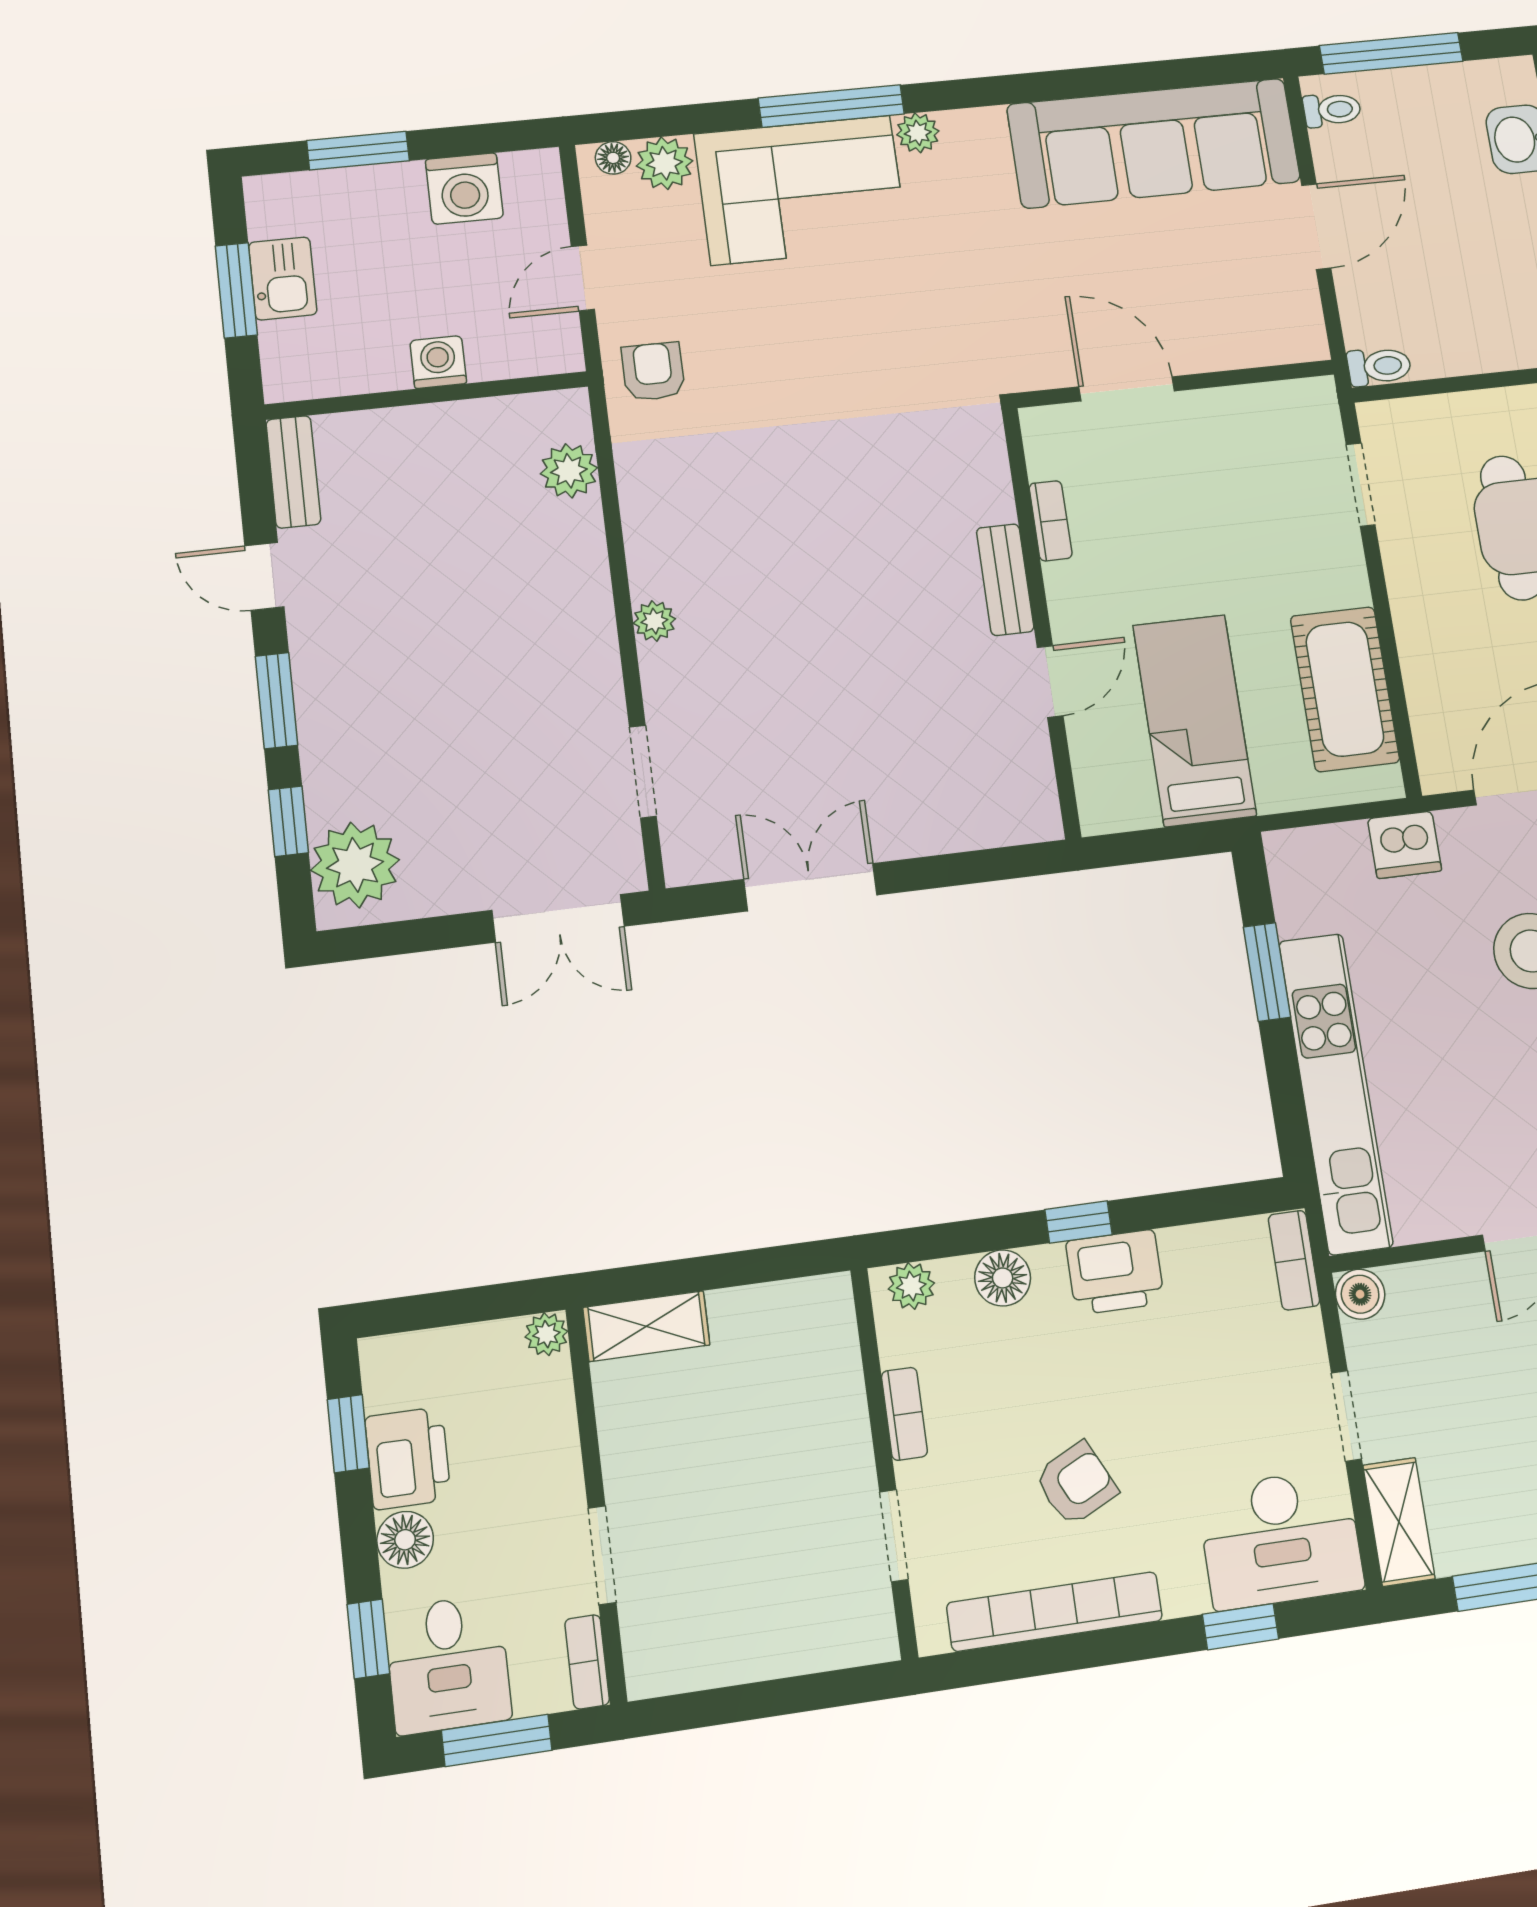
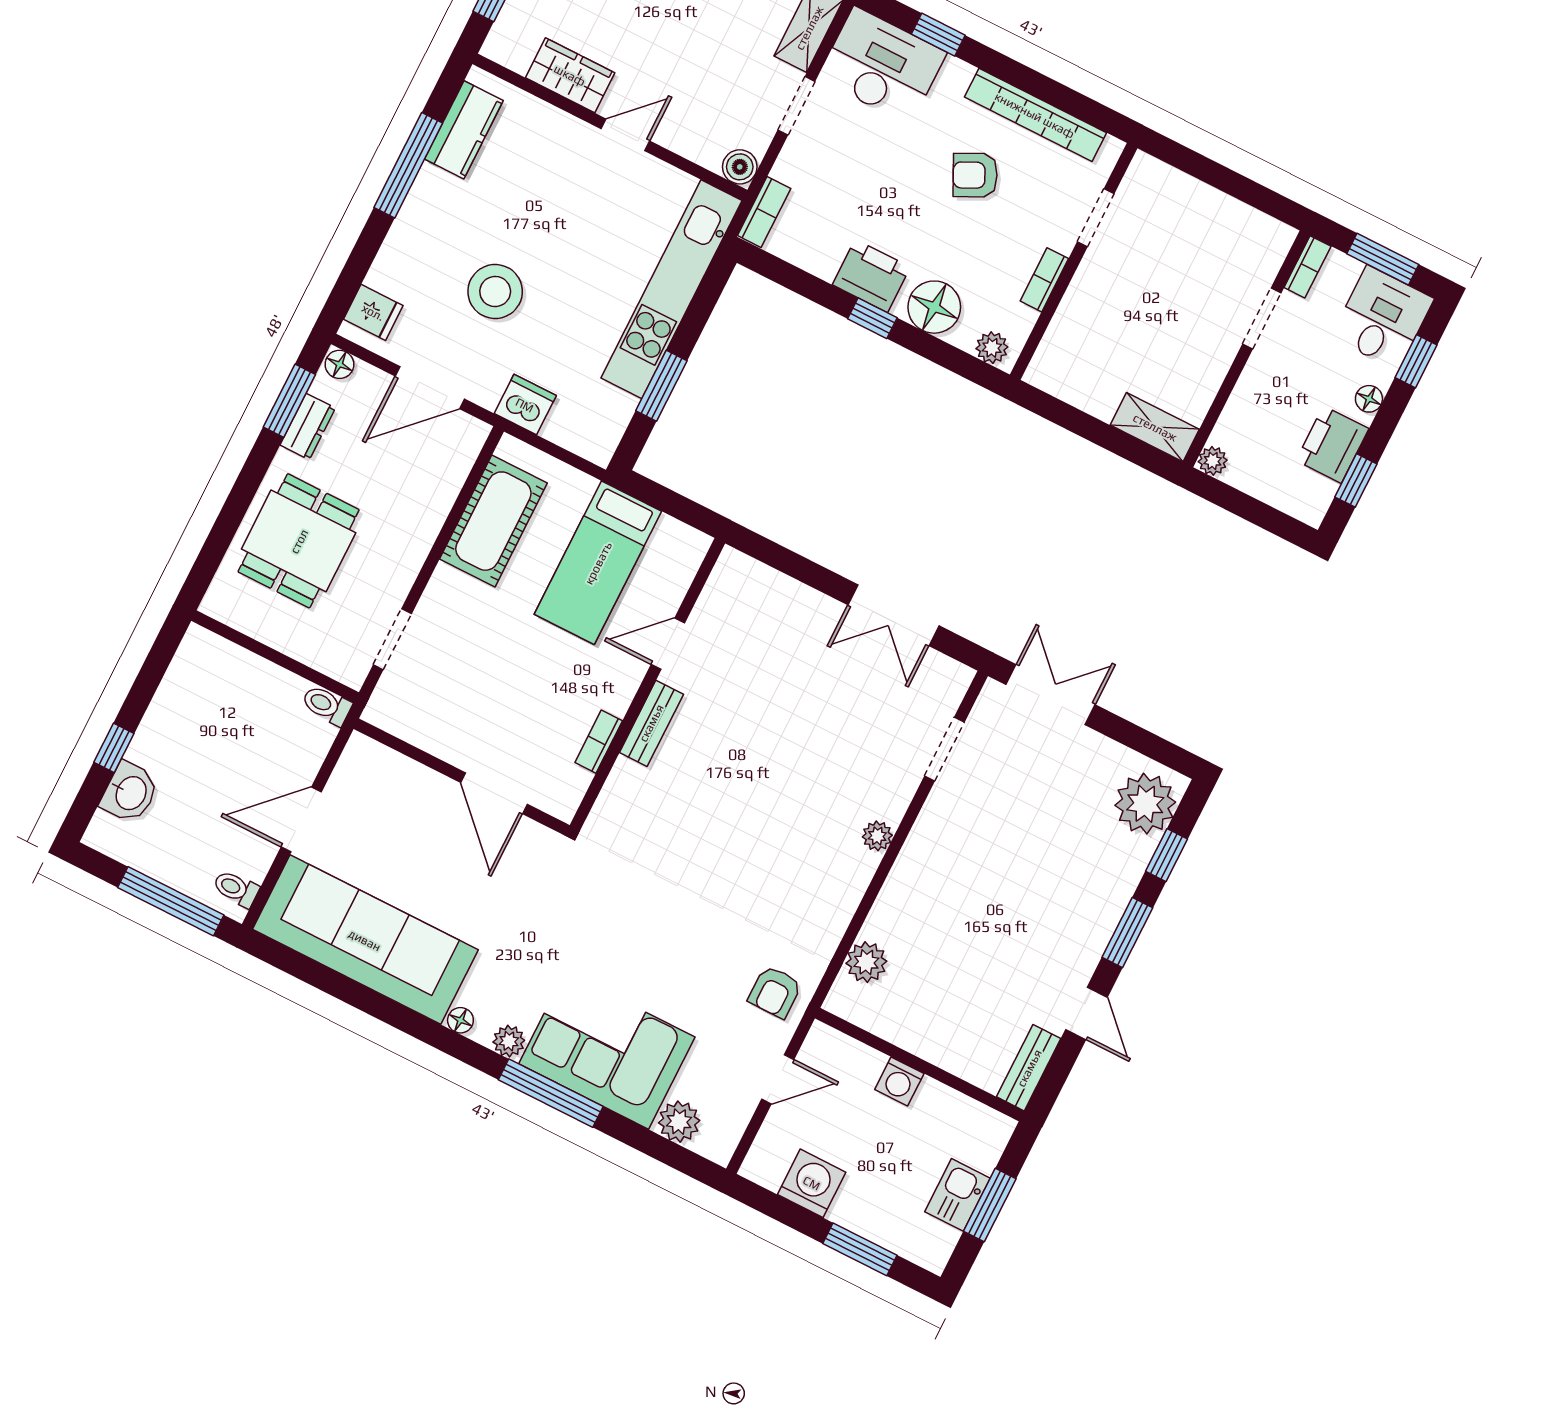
floor lamp: (613, 158) -> (460, 1020), moved
floor lamp: (1003, 1278) -> (934, 307), width x1.38, depth x1.38
floor lamp: (405, 1540) -> (1369, 399), width x0.73, depth x0.73

